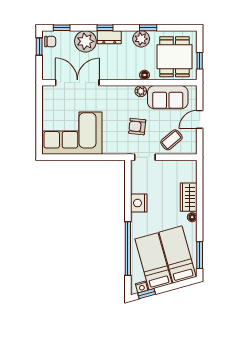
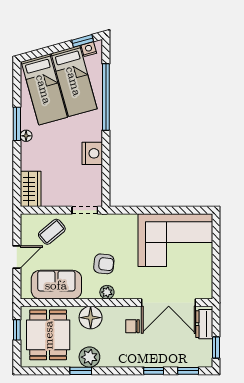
window: (105, 28) -> (154, 371), moved
dresser: (109, 37) -> (204, 324), moved, turned -90
plant: (85, 41) -> (159, 354), removed
chair: (50, 42) -> (133, 326), moved
floor lamp: (145, 75) -> (91, 318), width x1.89, depth x1.89
plant: (141, 91) -> (107, 292), moved
armchair: (137, 127) -> (104, 264), moved
wardrobe: (189, 197) -> (31, 189), moved
window: (200, 255) -> (17, 124), moved

